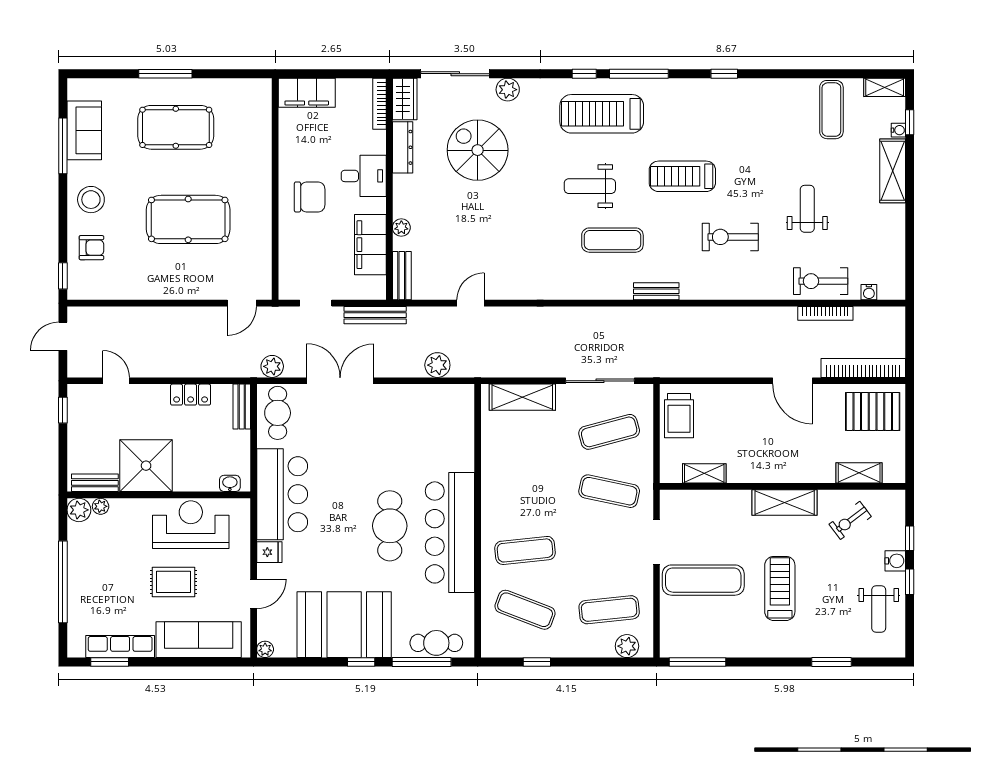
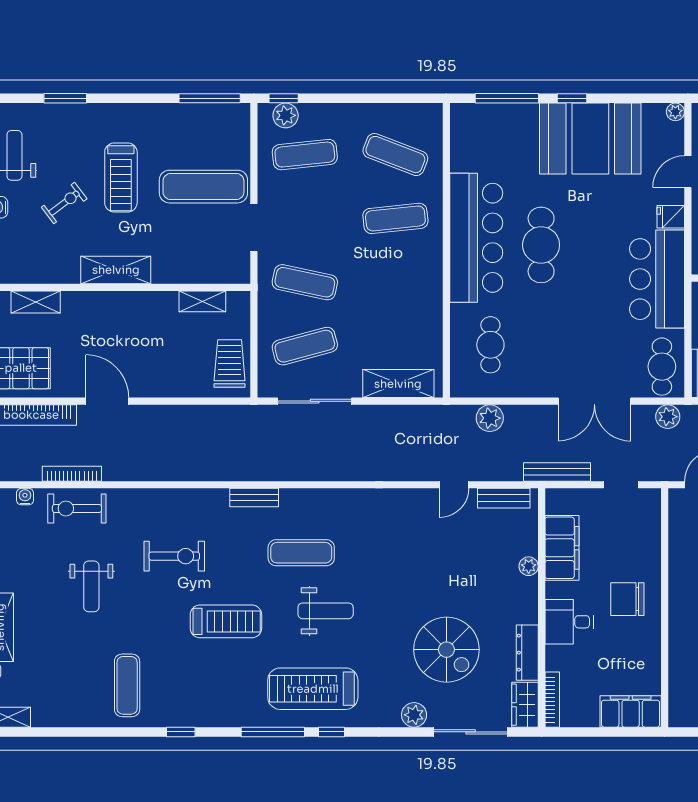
exercise mat: (831, 110) -> (127, 685), moved
treadmill: (602, 114) -> (313, 689), turned 180
bench: (402, 276) -> (504, 498), moved, turned 90
exercise bike: (821, 281) -> (77, 508), turned 180
exercise bike: (850, 520) -> (64, 203), moved
cafe table: (436, 643) -> (490, 345), moved, turned 90
window: (537, 662) -> (284, 98), moved

